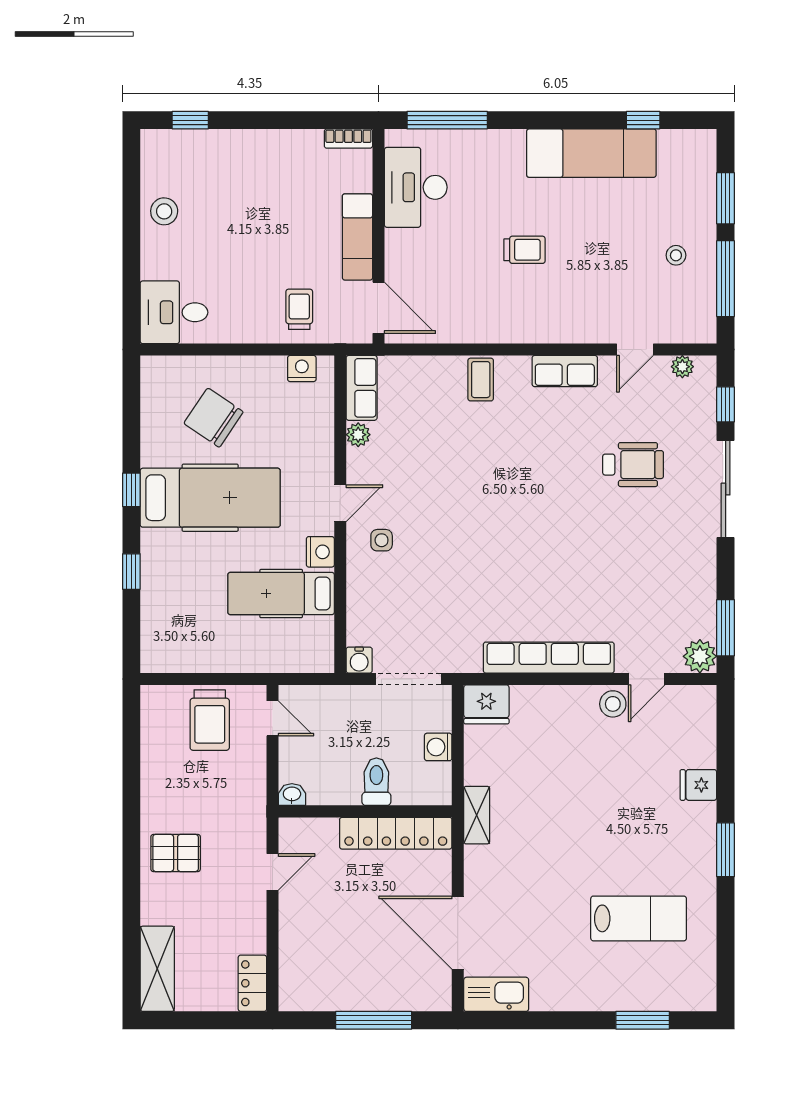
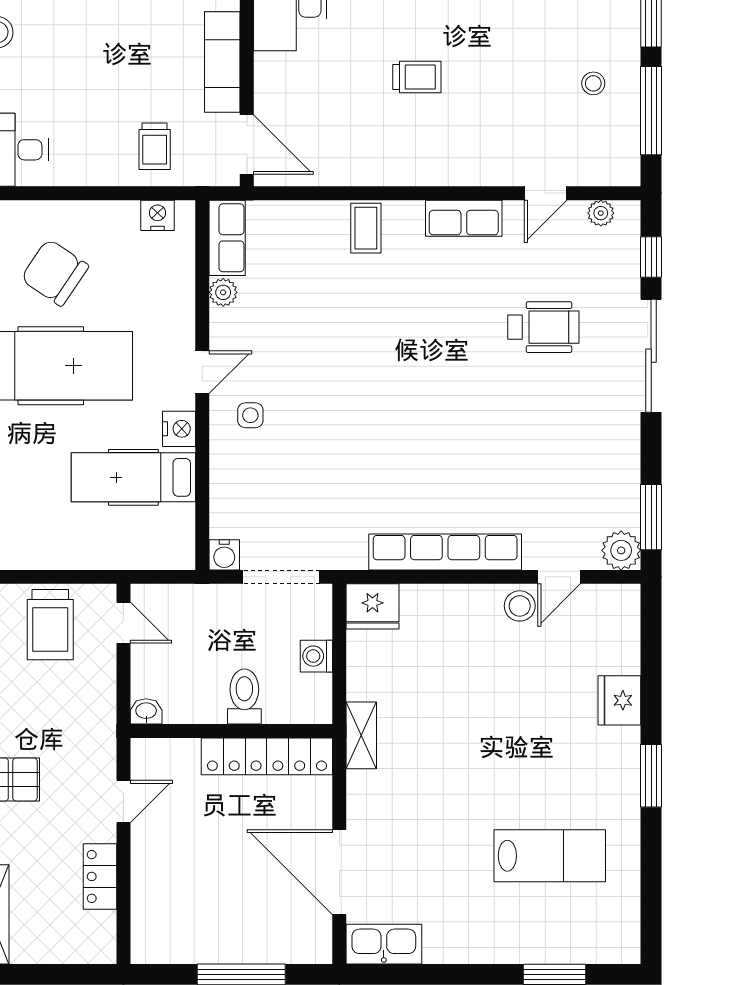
trolley: (299, 309) -> (155, 146), turned 180
fridge: (698, 785) -> (619, 700), width x1.38
locker: (252, 983) -> (100, 876), moved

